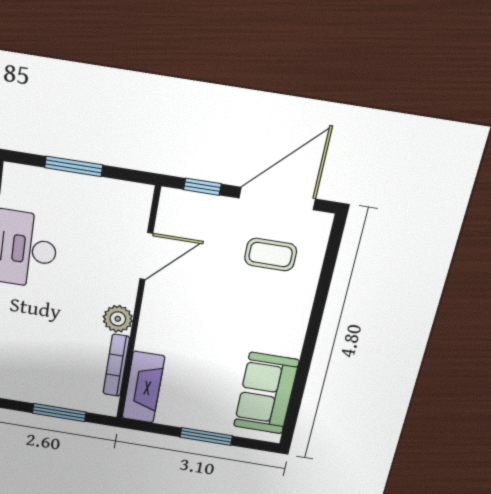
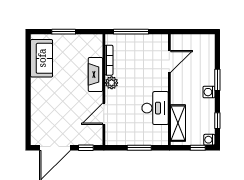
coffee table: (271, 255) -> (53, 123), removed
fireplace: (143, 387) -> (95, 74), moved
window: (59, 413) -> (131, 32), width x1.44

